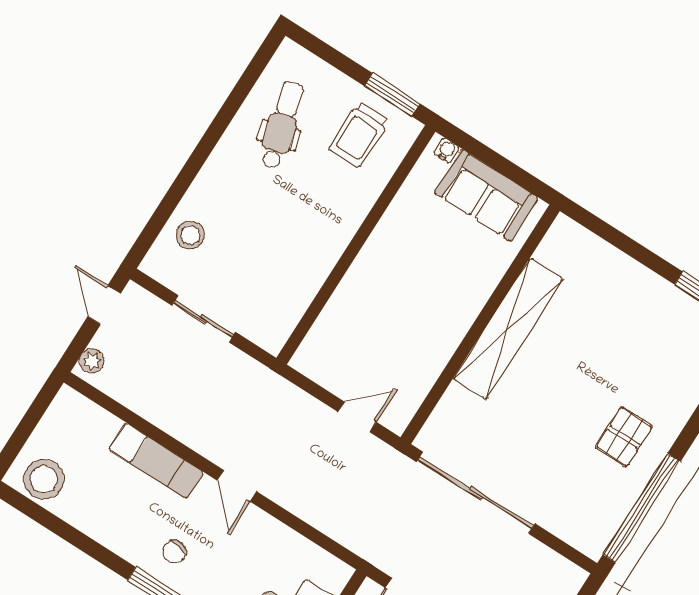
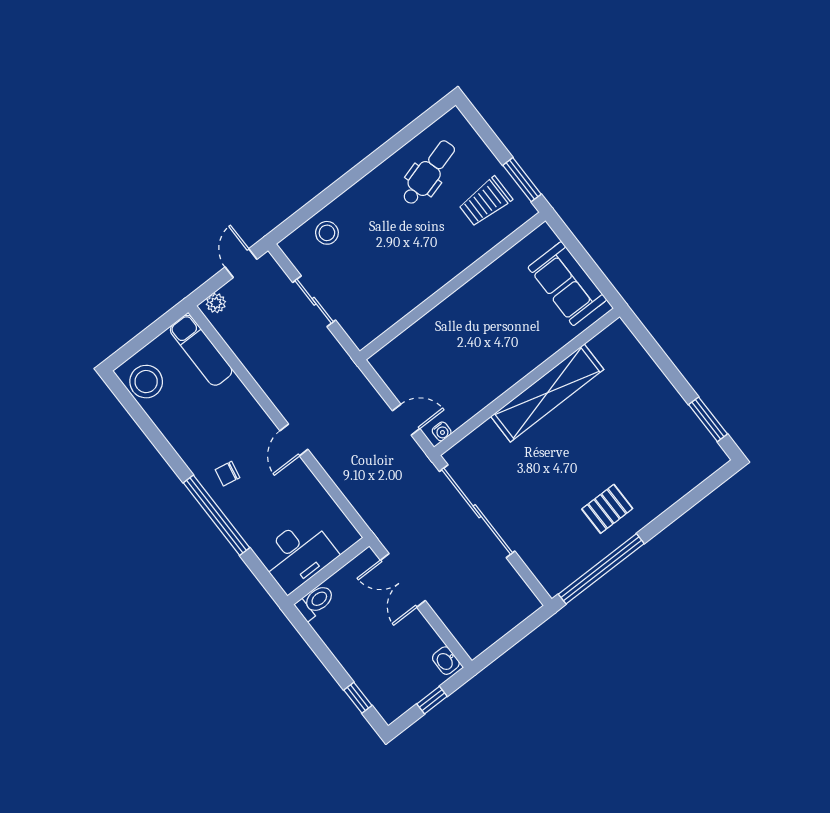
water cooler: (447, 150) -> (442, 431), moved, turned 90
exam couch: (156, 461) -> (201, 350), moved

